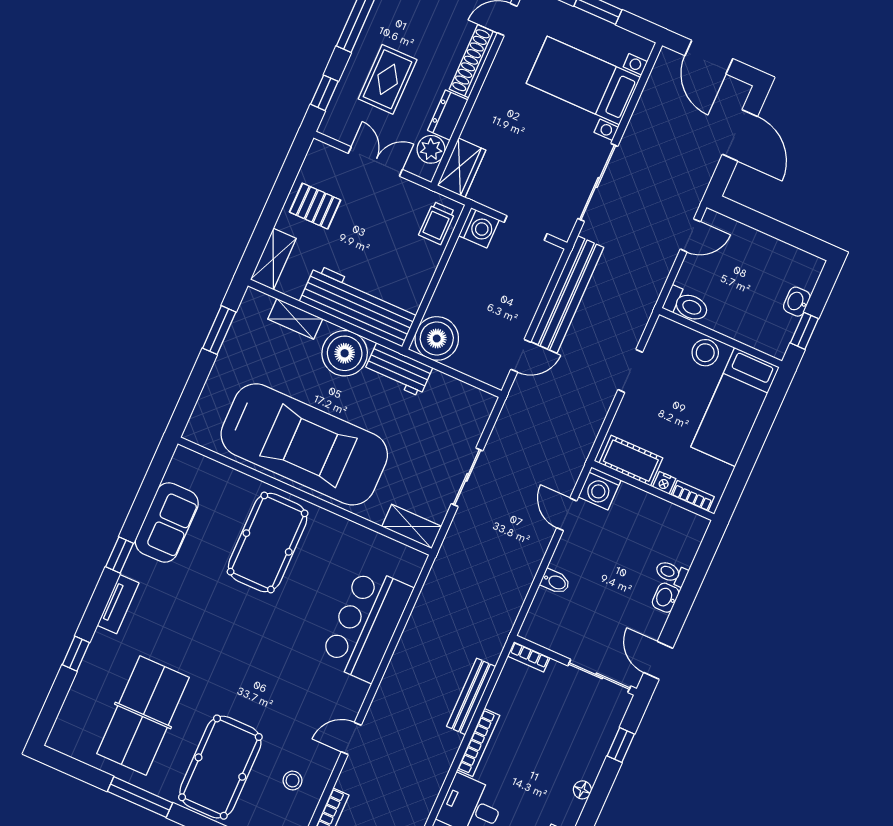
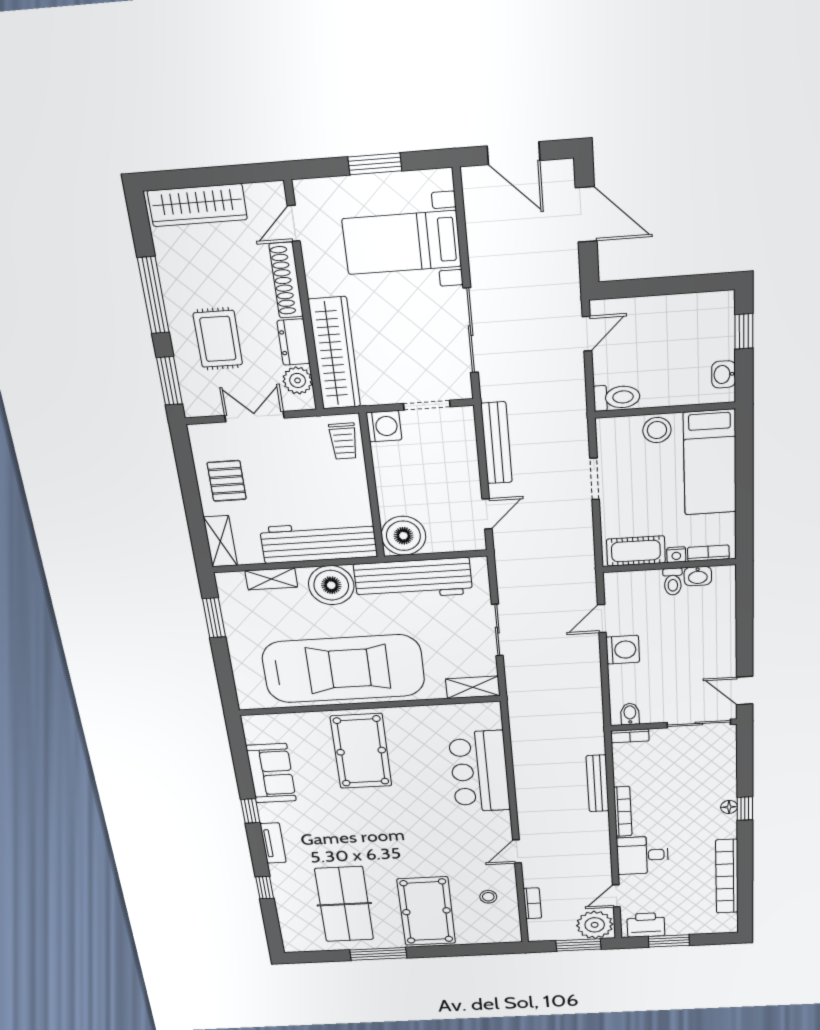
window: (324, 93) -> (169, 381), width x1.50
wardrobe: (462, 168) -> (335, 354), width x2.10, depth x1.17
pallet: (315, 206) -> (227, 481), turned 90
bench: (567, 294) -> (496, 443), width x0.73, depth x0.82
washbasin: (797, 302) -> (724, 374), moved
window: (804, 331) -> (744, 331), moved
workbench: (398, 370) -> (413, 579), width x1.88, depth x1.32
washing machine: (600, 488) -> (623, 650), moved, turned -90
door: (567, 514) -> (602, 619), hinge flipped
toilet: (671, 573) -> (673, 582), moved, turned -90
bidet: (555, 582) -> (630, 714), moved, turned -90
washbasin: (666, 598) -> (698, 576), moved, turned -90
window: (621, 745) -> (745, 809), moved

